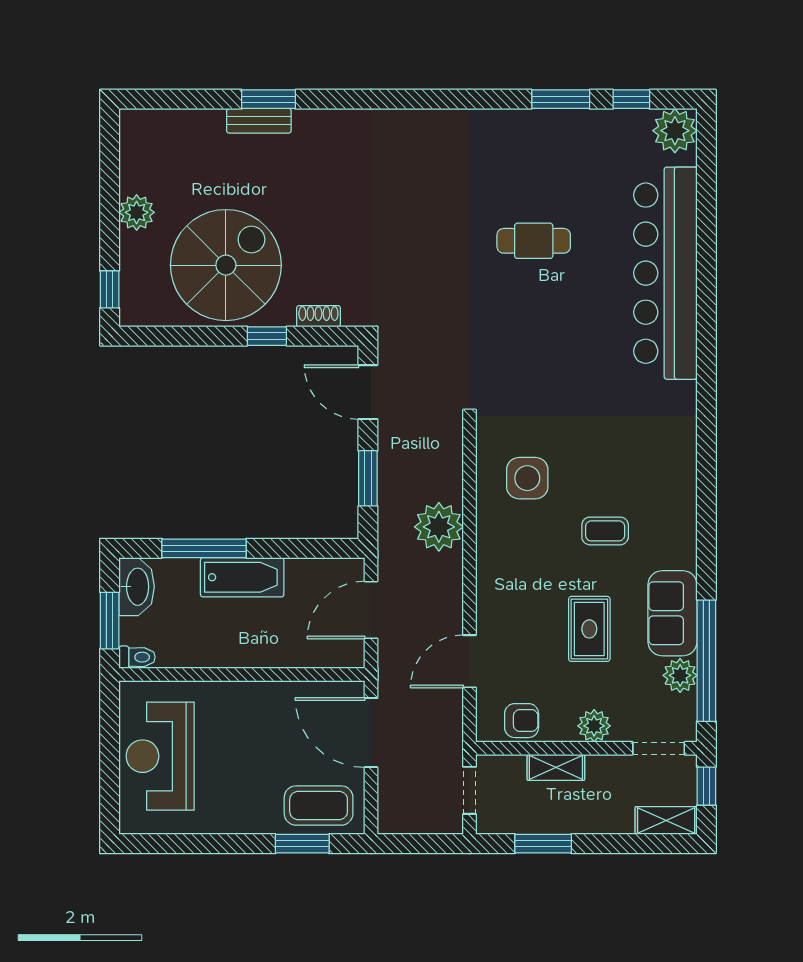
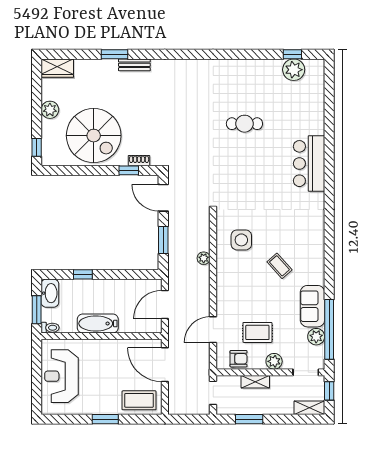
window: (561, 99) -> (258, 54), removed
bench: (259, 121) -> (134, 65), moved
wardrobe: (152, 127) -> (57, 68), added
plant: (675, 131) -> (294, 70), moved
spiral stairs: (226, 265) -> (94, 136), turned 90
bar counter: (665, 273) -> (309, 164), width x0.54
window: (267, 336) -> (129, 170), moved
plant: (439, 527) -> (204, 258), width x0.53, depth x0.53
coffee table: (605, 531) -> (279, 266), turned 48
window: (204, 548) -> (83, 274), width x0.46
bathtub: (242, 577) -> (98, 323), moved, turned 180
rug: (589, 629) -> (257, 332), moved, turned 90
window: (302, 844) -> (105, 419), moved

